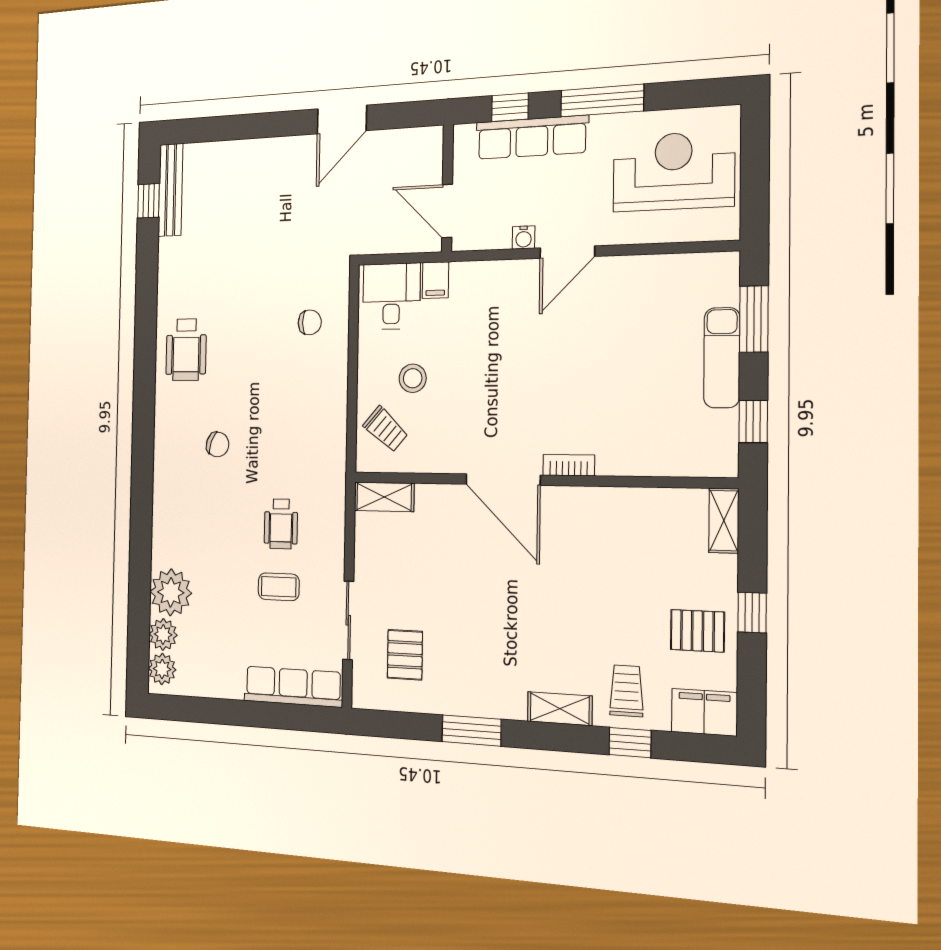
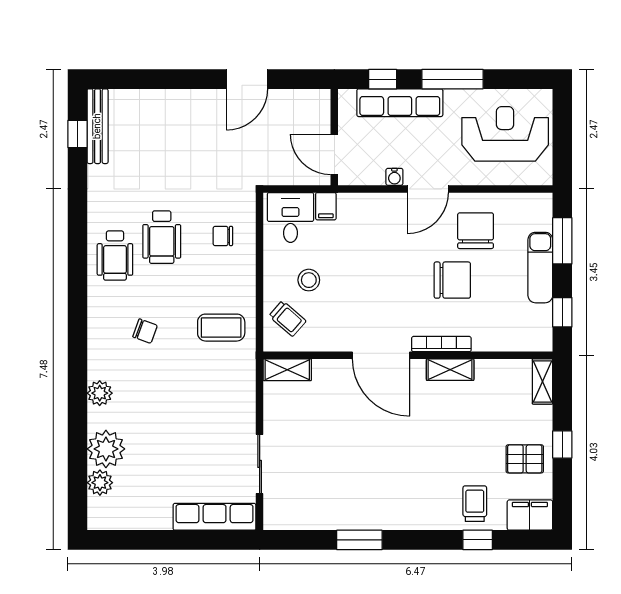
chair: (631, 308) -> (476, 231), added
chair: (310, 322) -> (223, 236), turned 180
chair: (599, 377) -> (452, 280), added
bookcase: (569, 465) -> (441, 344), width x1.56
wheelchair: (281, 524) -> (162, 237), moved, width x1.36, depth x1.37
coffee table: (279, 587) -> (221, 328), moved, width x1.36, depth x1.30
pallet: (405, 655) -> (306, 487), removed
plant: (162, 669) -> (100, 393), moved
shelving: (560, 709) -> (450, 370), moved

